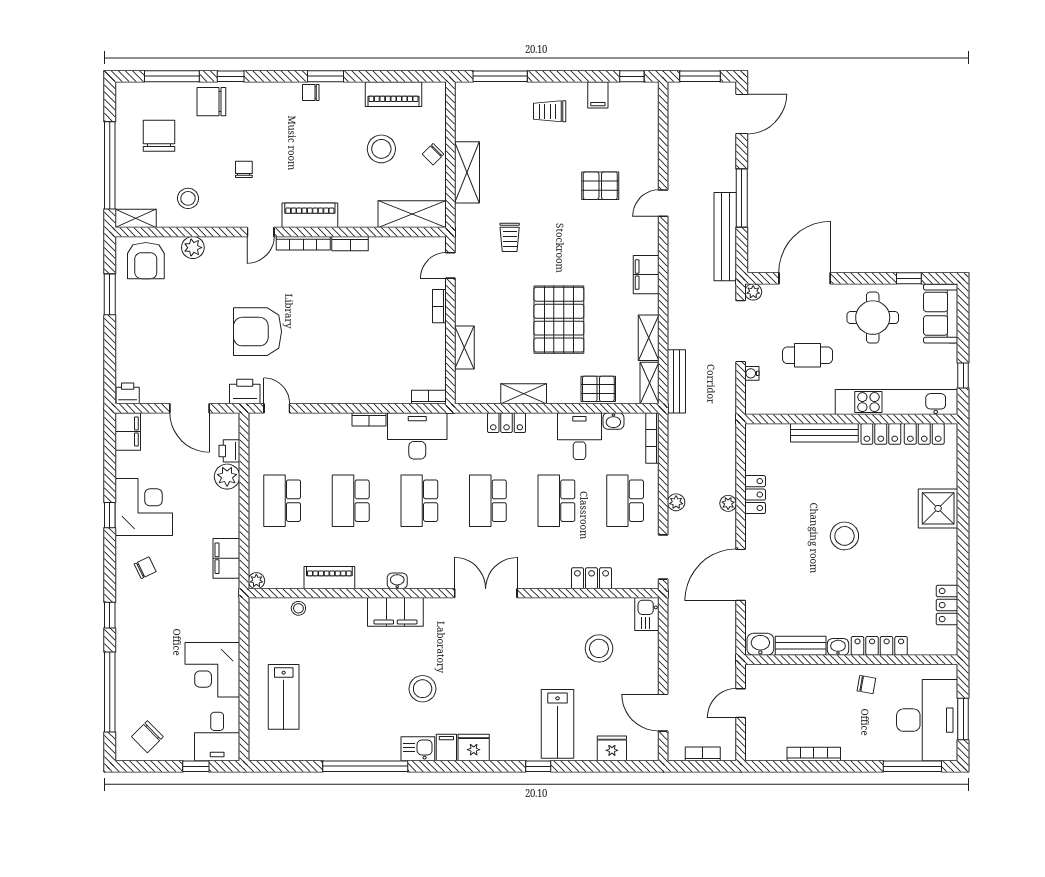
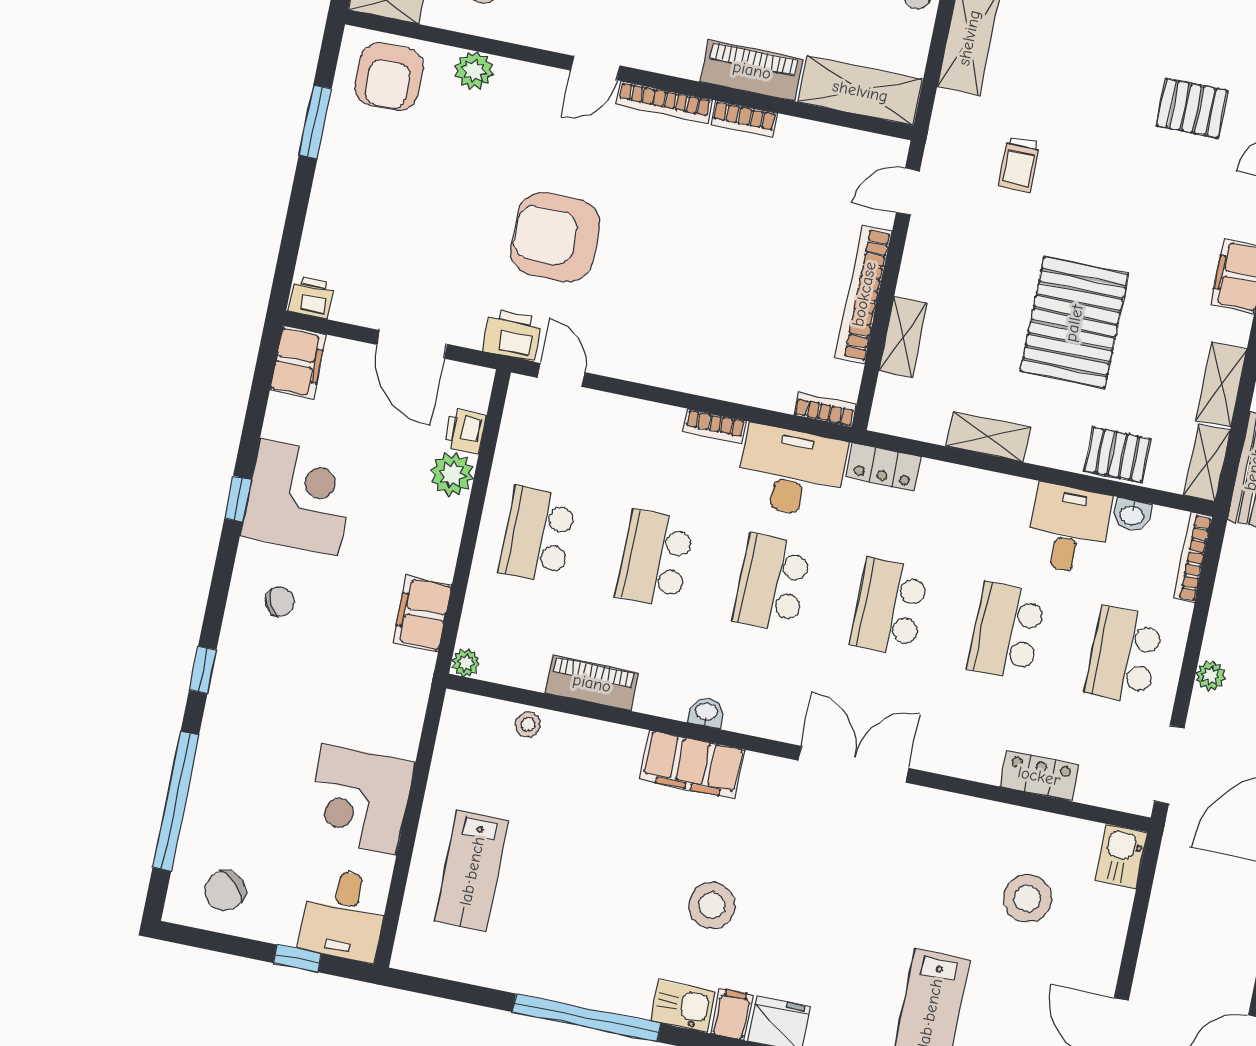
piano: (310, 215) -> (752, 70), moved
bookcase: (439, 306) -> (864, 294), width x2.31, depth x1.31
locker: (507, 423) -> (884, 467), moved

